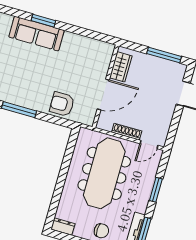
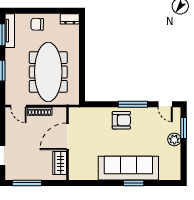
sofa: (36, 34) -> (128, 168), width x1.36, depth x1.27
armchair: (62, 104) -> (121, 120), moved
door: (149, 145) -> (18, 106), swing flipped

